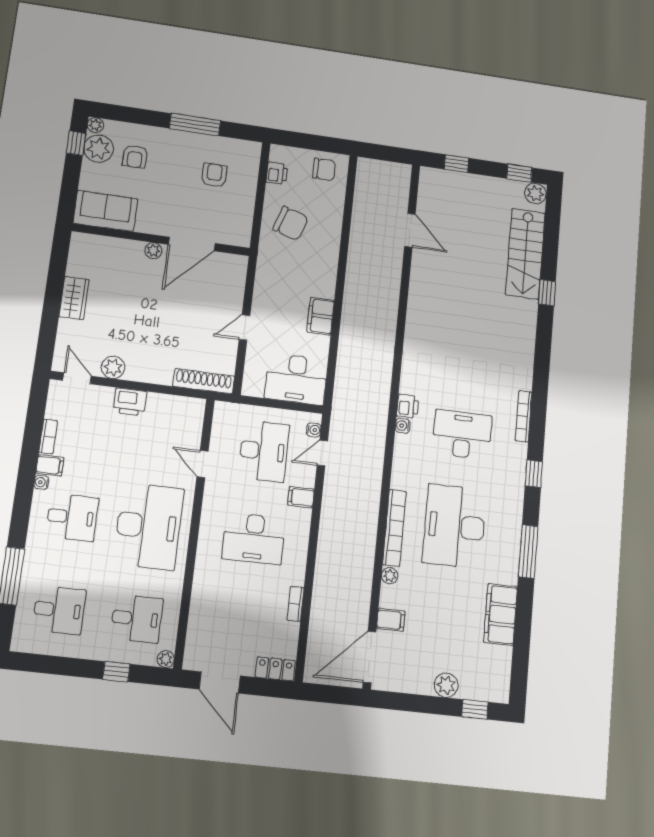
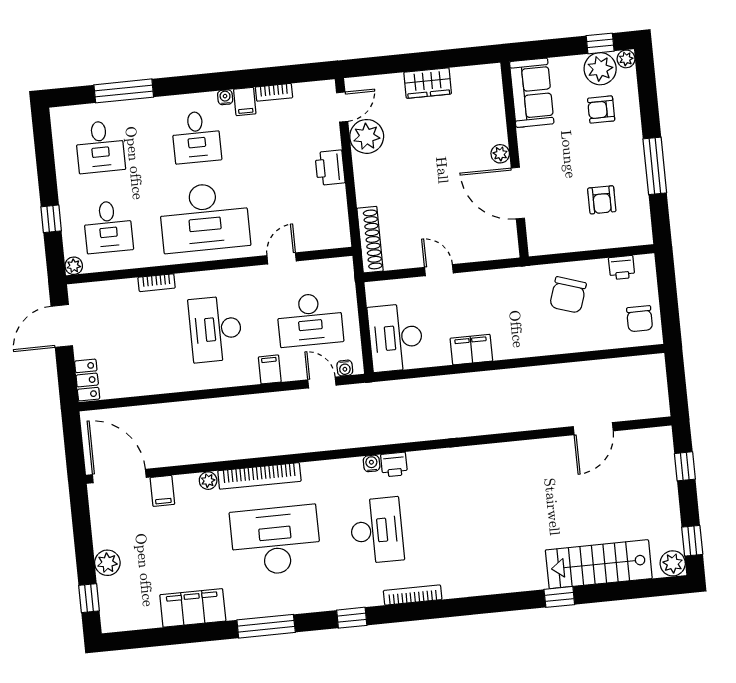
armchair: (214, 175) -> (602, 200), turned 90
plant: (113, 367) -> (367, 136), width x1.36, depth x1.36
bookcase: (296, 604) -> (157, 283), moved, turned 180

